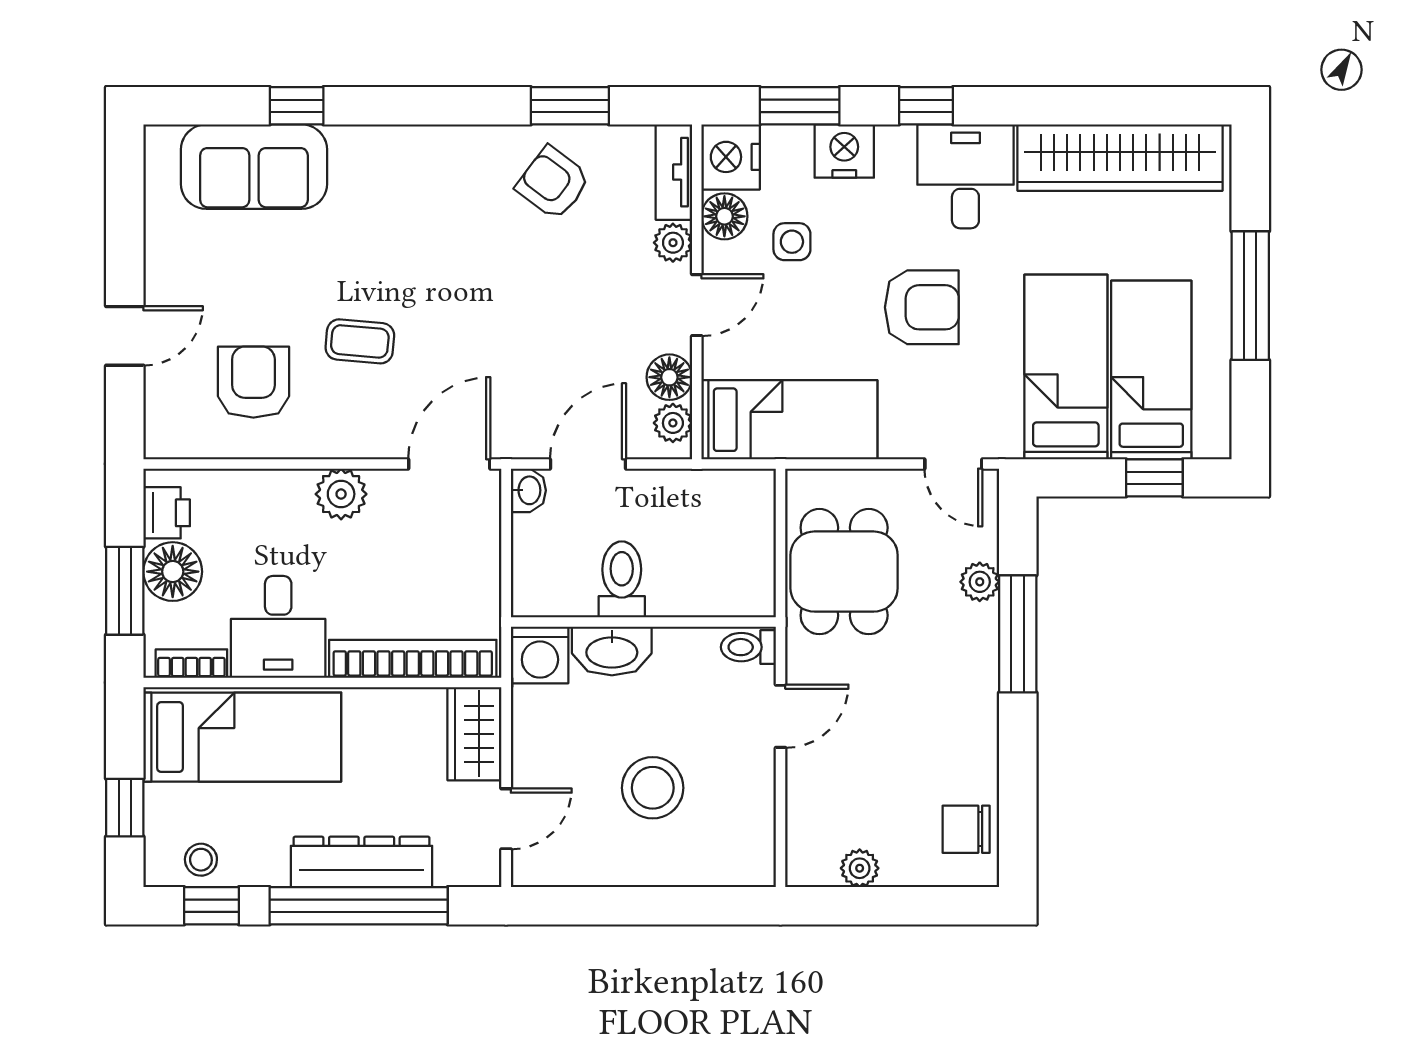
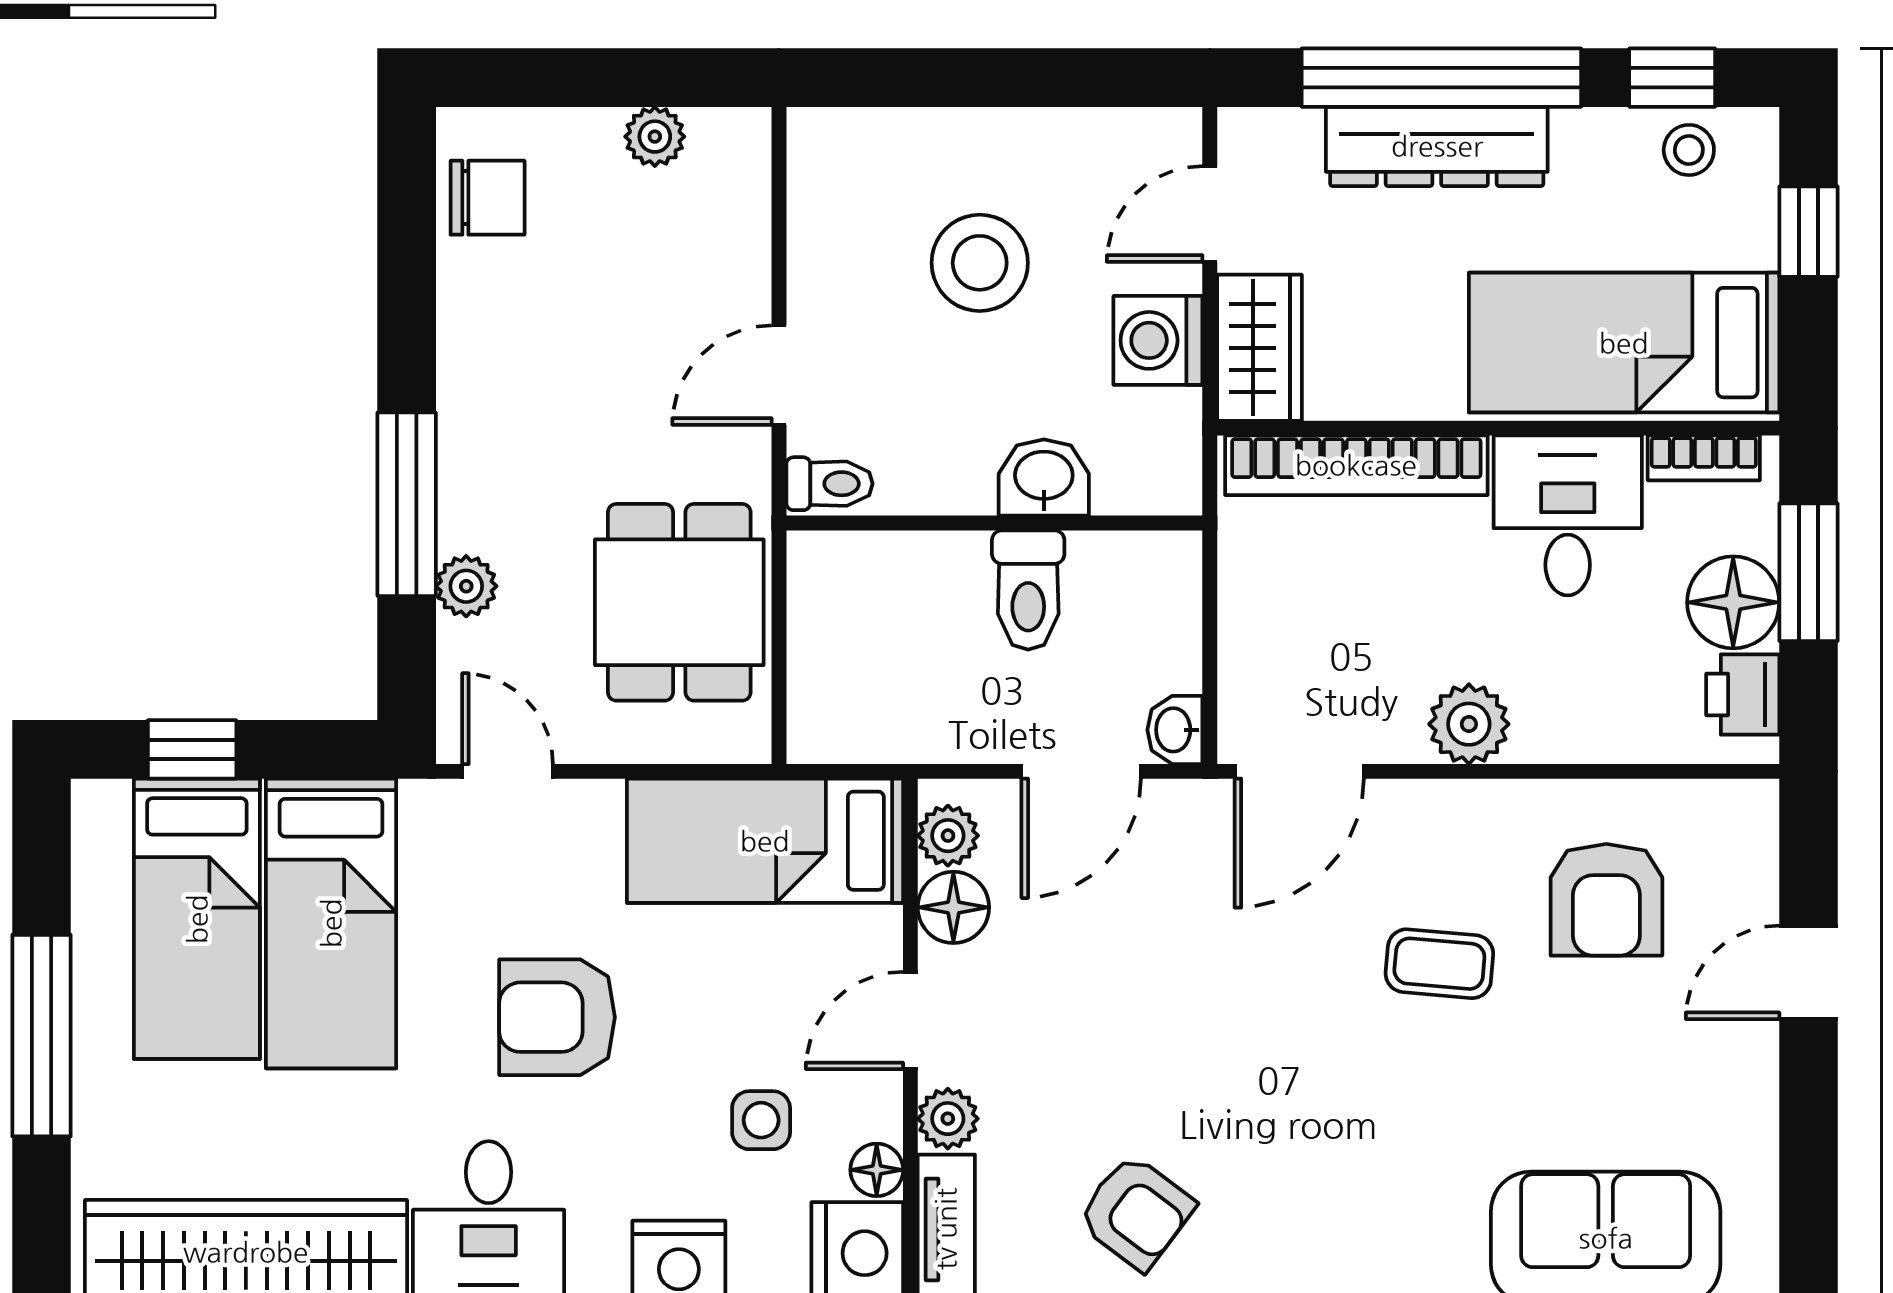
floor lamp: (724, 216) -> (877, 1170), width x0.73, depth x0.73
washbasin: (612, 651) -> (1044, 478), width x0.72
washing machine: (540, 655) -> (1158, 340), moved, turned -90

